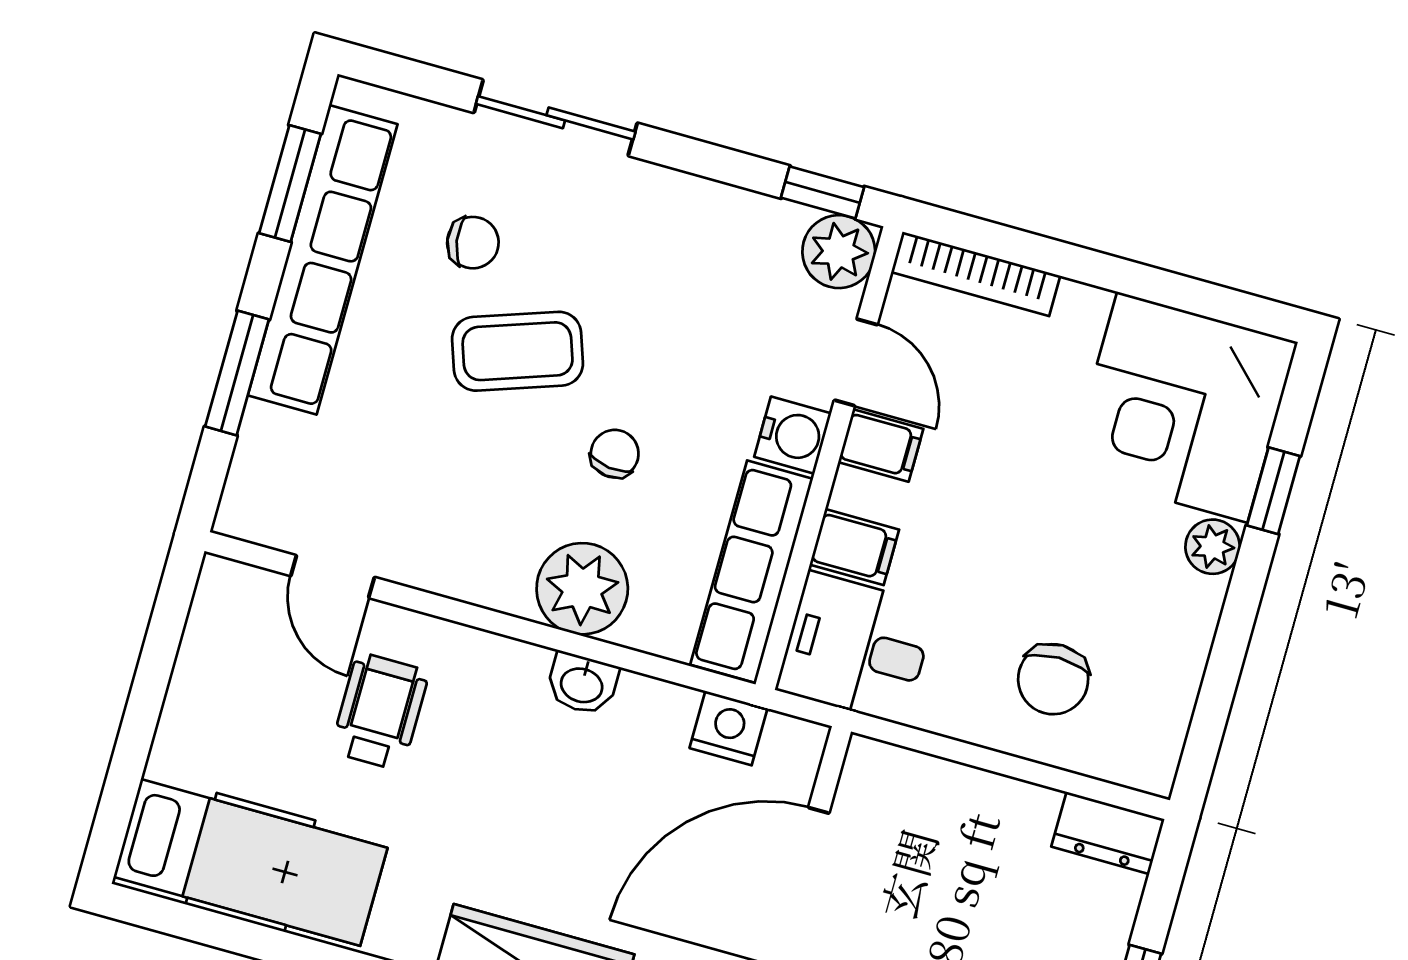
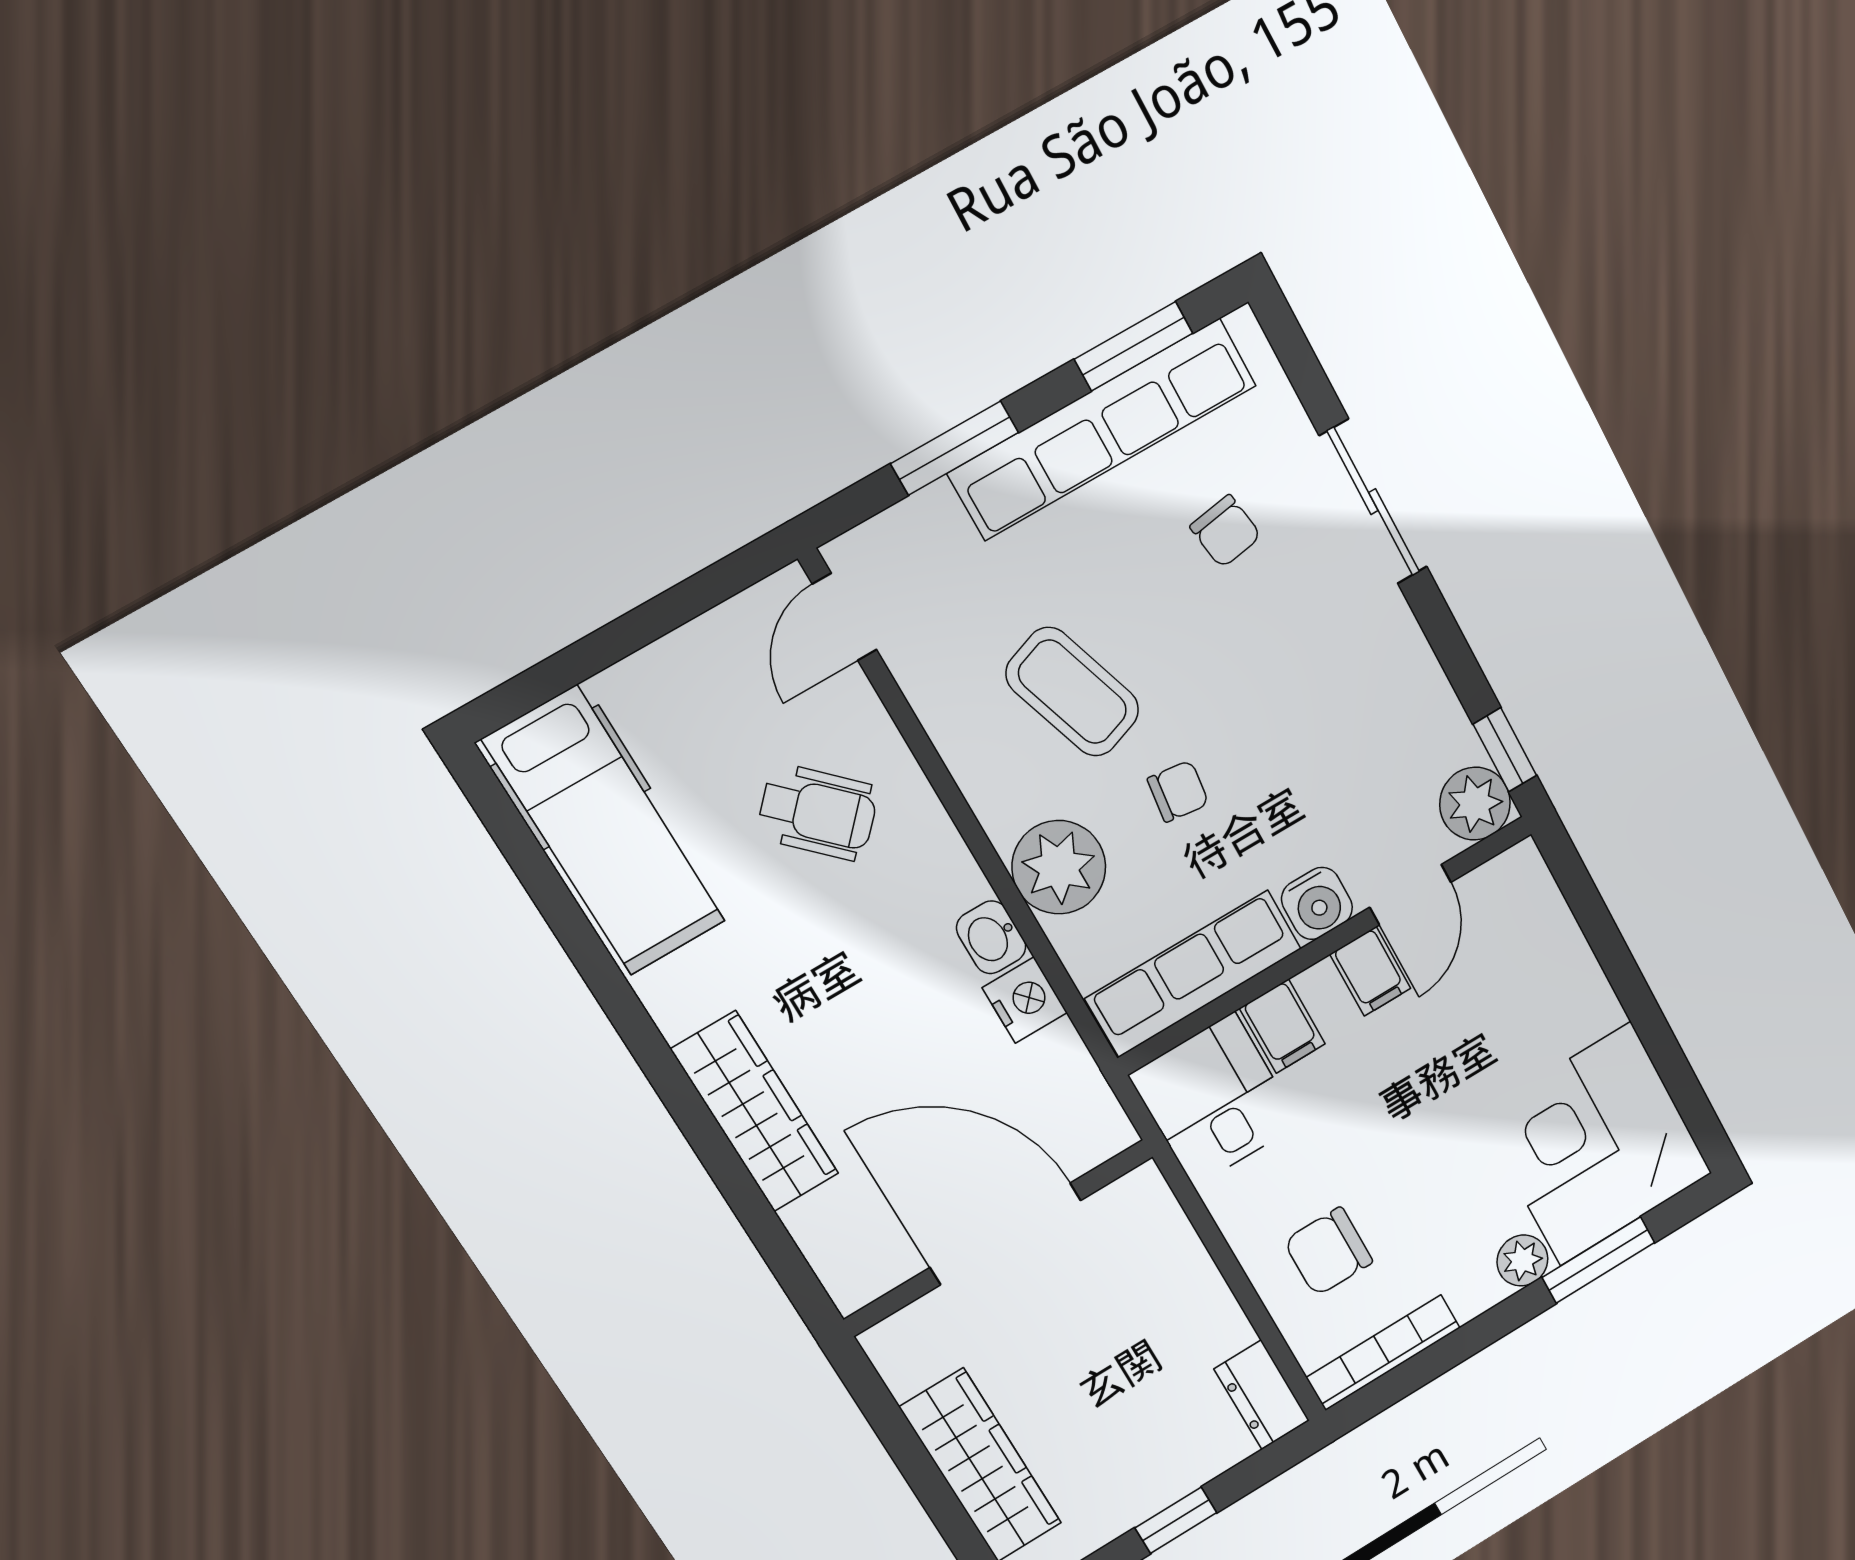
bookcase: (976, 274) -> (1383, 1353), moved, turned 90
coffee table: (518, 351) -> (1072, 692), moved
window: (1273, 491) -> (1598, 1260), width x1.50
door: (333, 577) -> (845, 617), moved
wheelchair: (380, 711) -> (818, 812), turned 44
nightstand: (729, 728) -> (1025, 1000), moved

